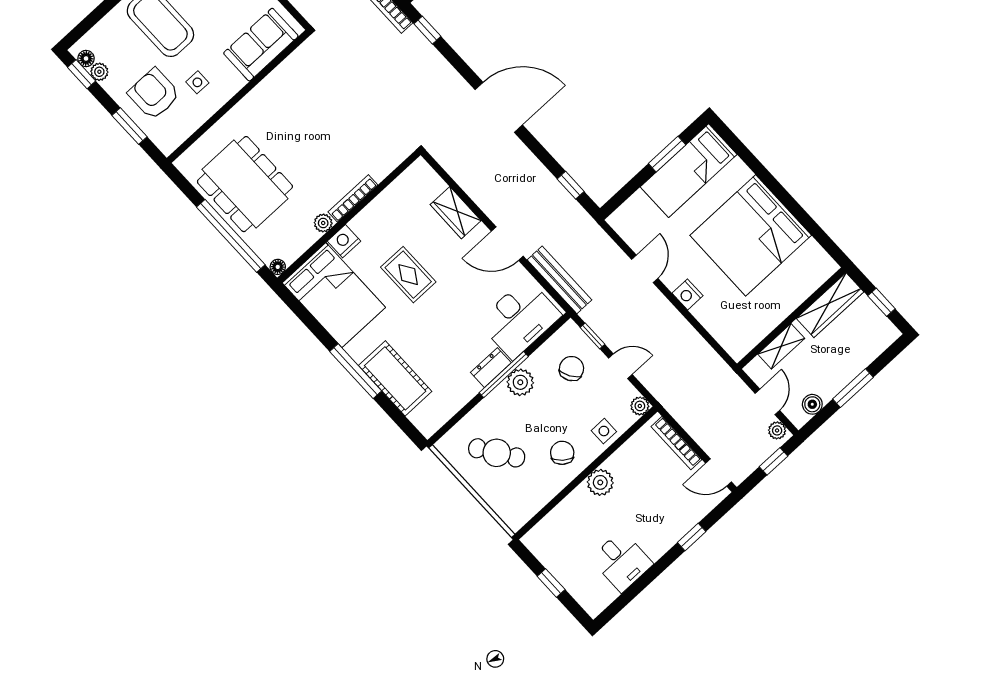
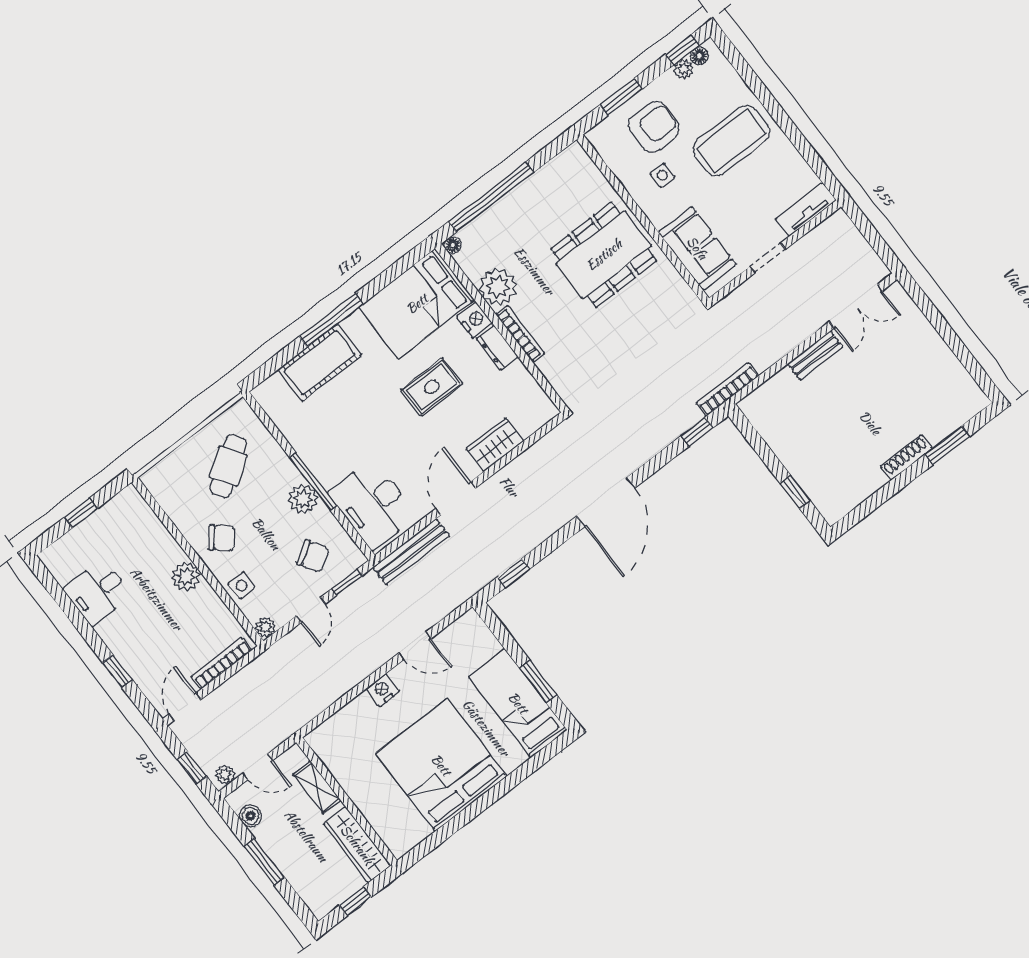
dining table: (245, 184) -> (604, 255), moved
plant: (323, 223) -> (498, 287), width x1.88, depth x1.88
dresser: (491, 368) -> (497, 348), moved, turned 180

